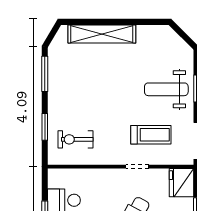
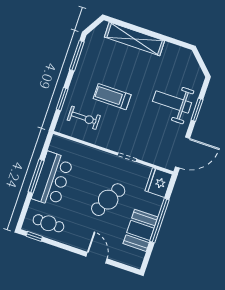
treadmill: (151, 135) -> (112, 97), moved, turned 180
exercise bike: (75, 139) -> (84, 118), turned 180

